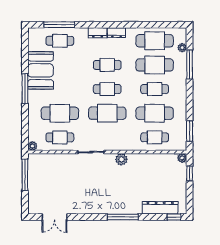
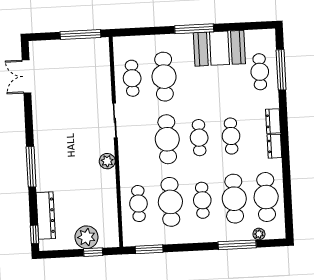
plant: (32, 146) -> (119, 43), removed
plant: (182, 158) -> (86, 237), moved, width x1.88, depth x1.88

